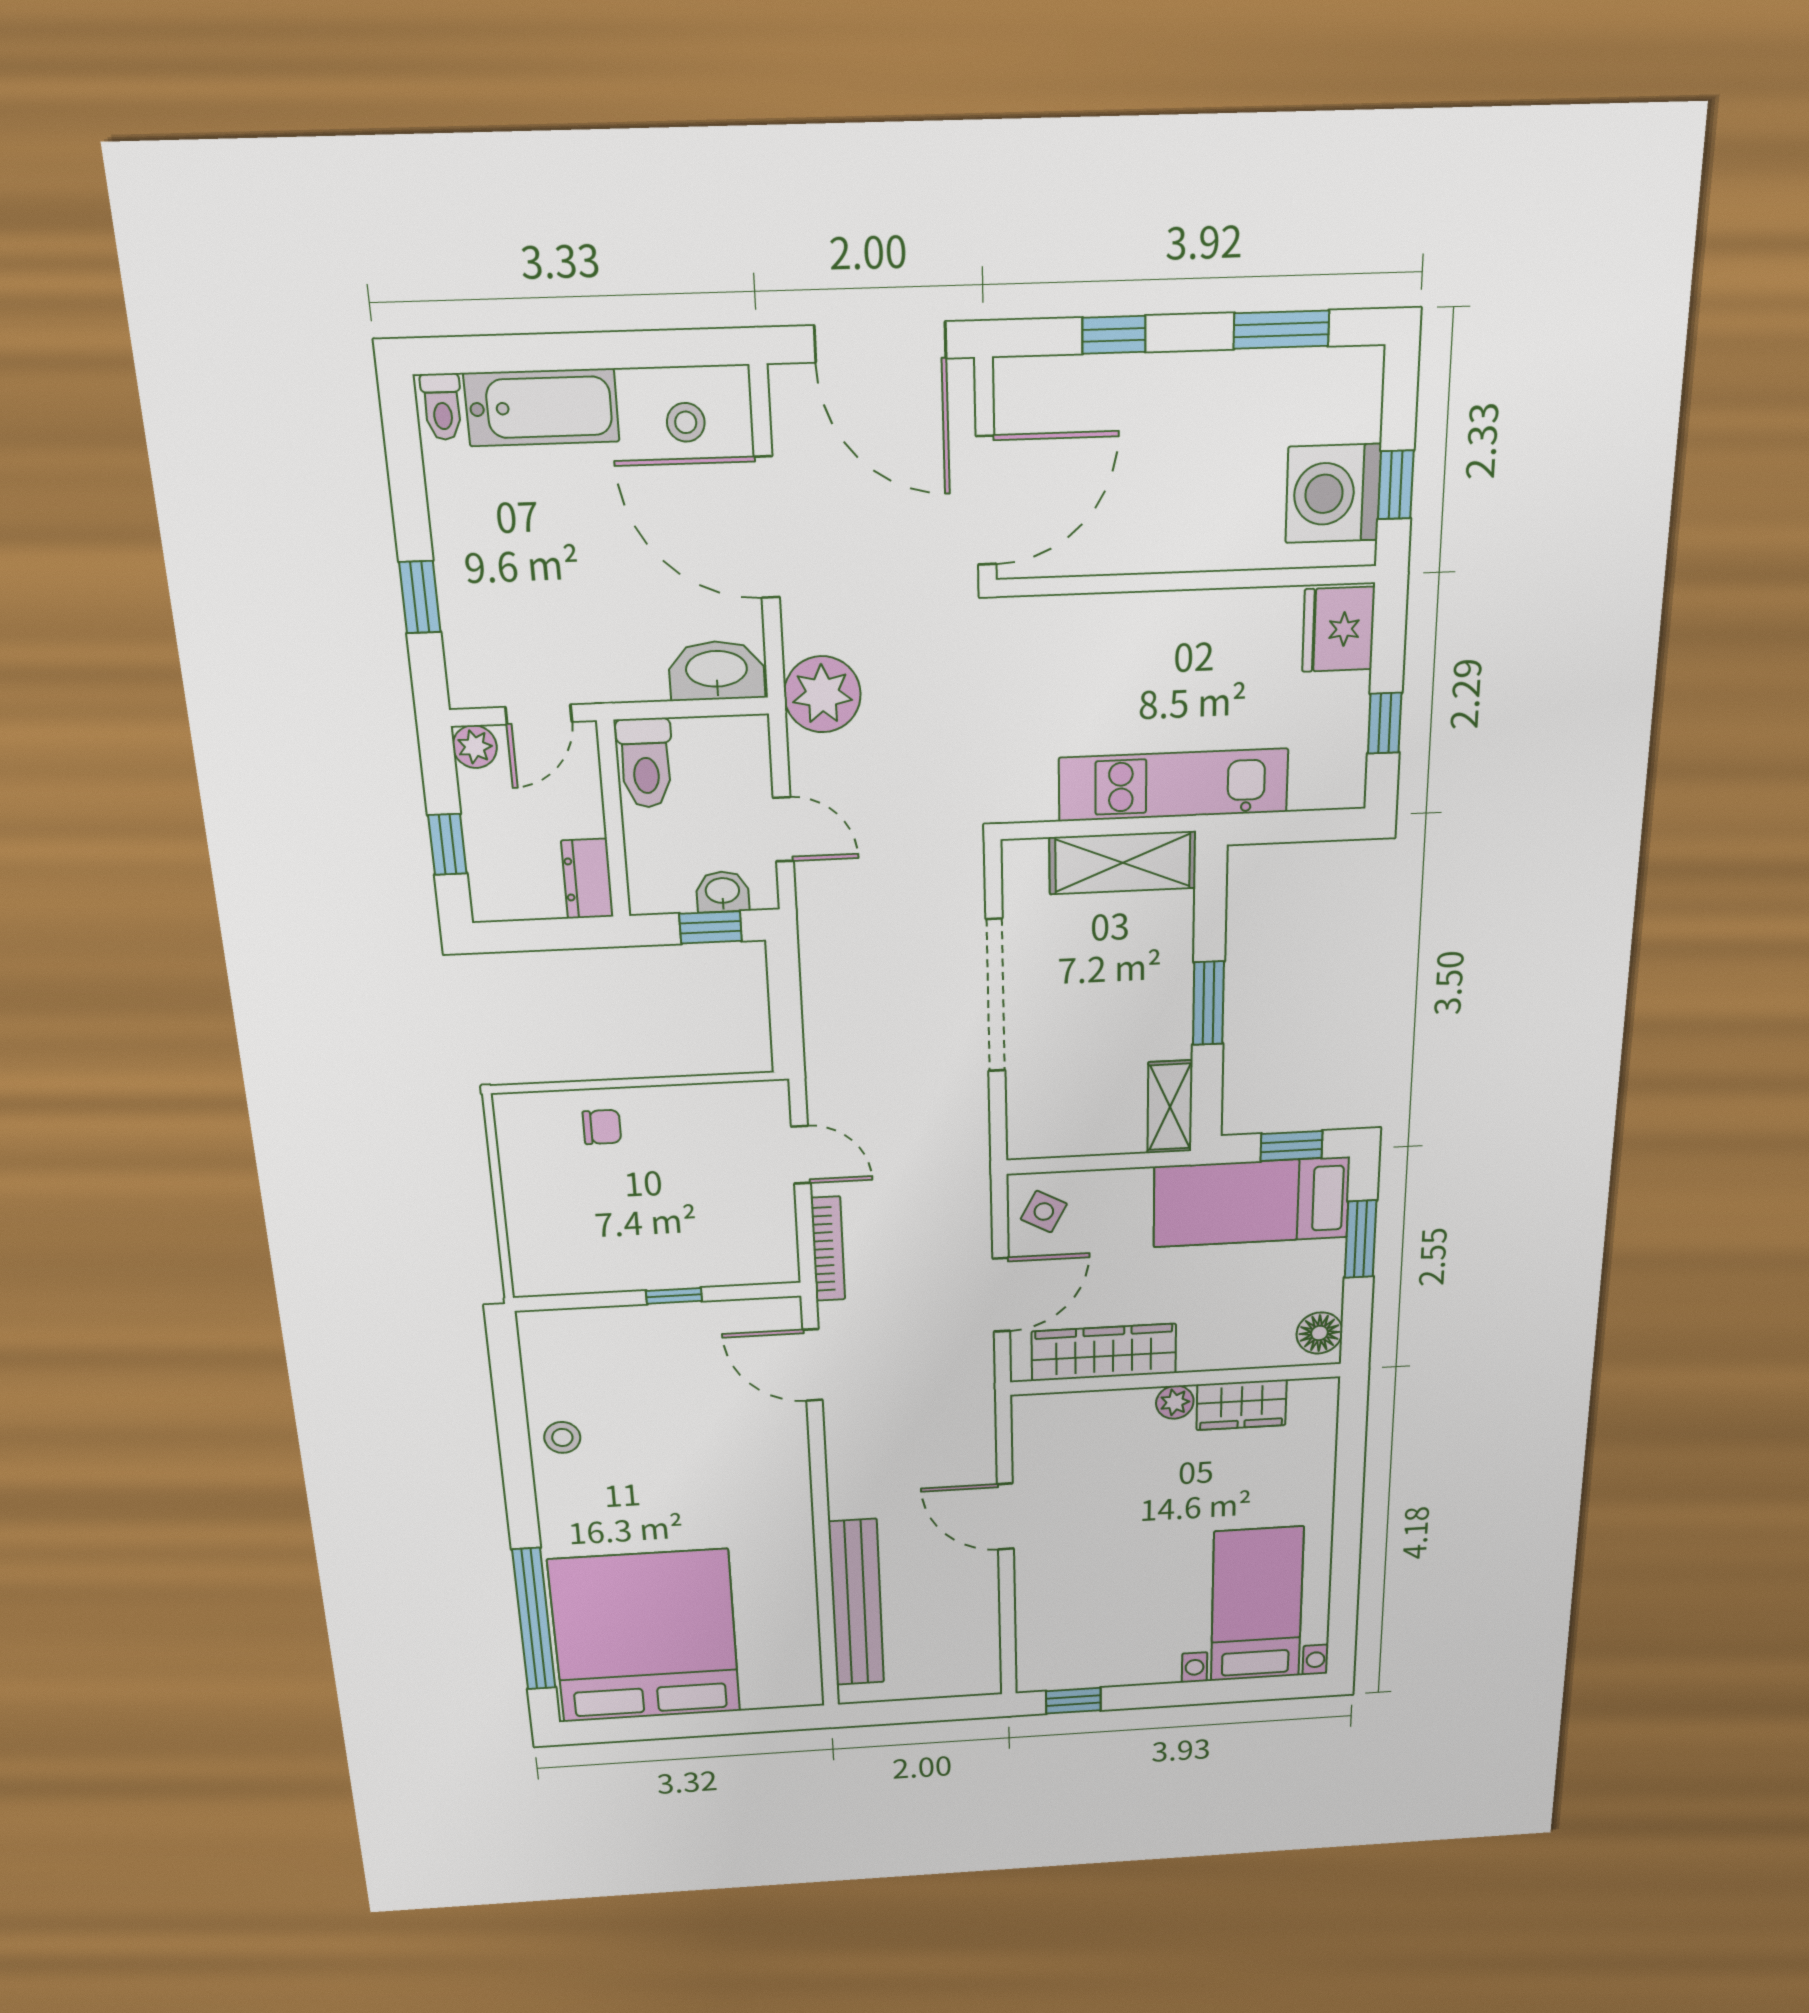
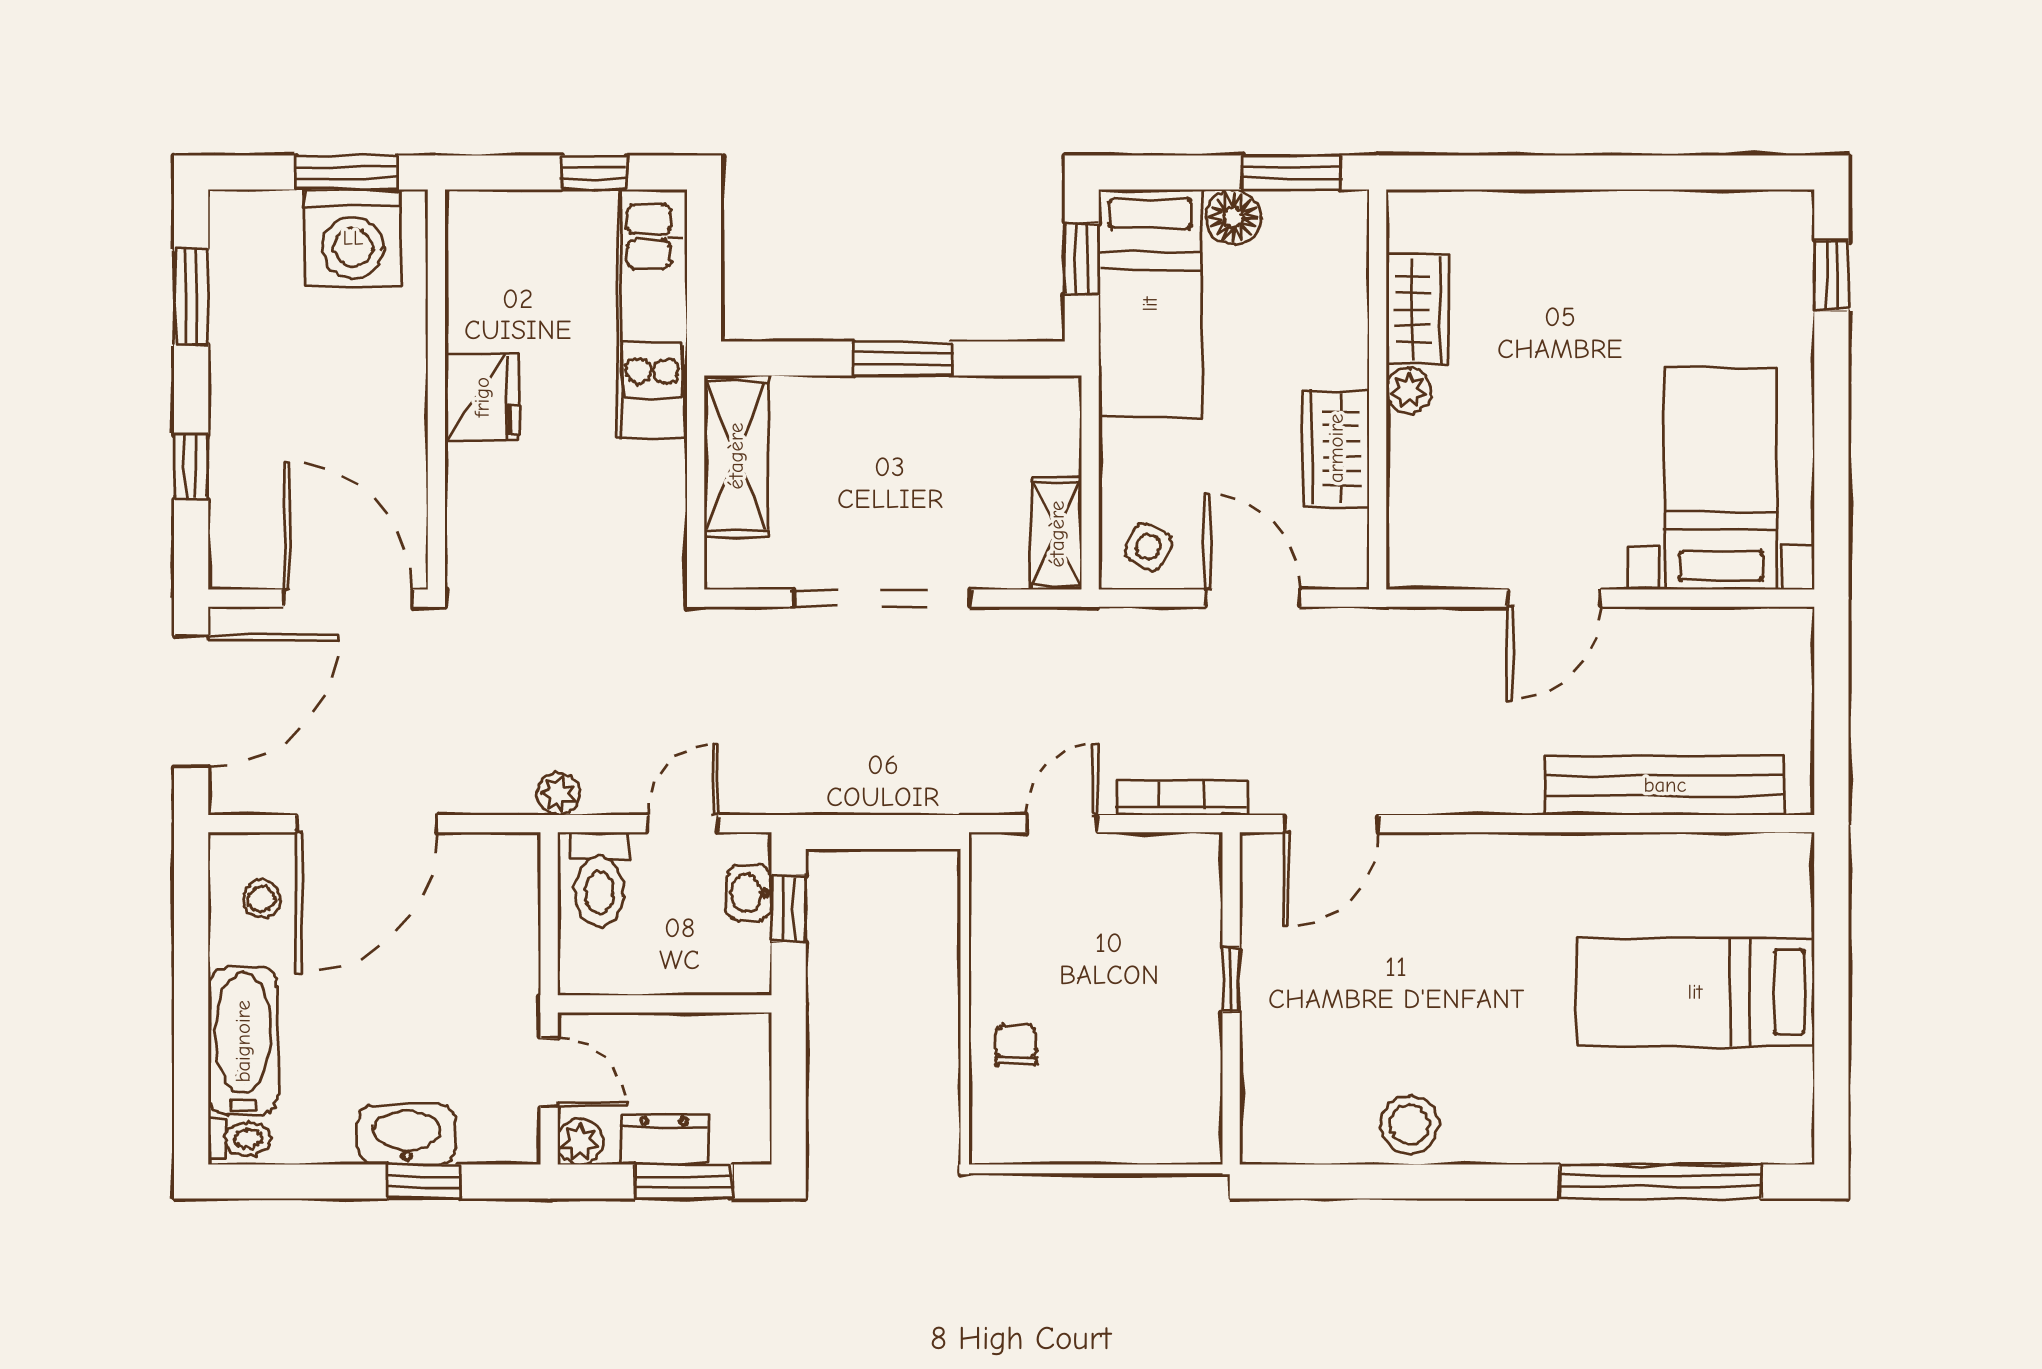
window: (1396, 485) -> (346, 173), width x1.50
fridge: (1338, 629) -> (482, 397), moved, turned -90
washbasin: (717, 671) -> (407, 1134), moved, turned 90
plant: (822, 694) -> (558, 794), width x0.53, depth x0.53
toilet: (646, 763) -> (599, 879), moved, turned 90
kitchen unit: (1173, 785) -> (652, 314), moved
window: (447, 844) -> (684, 1181), width x1.50
dresser: (587, 879) -> (664, 1140), moved, turned 180
shelving: (1170, 1107) -> (1057, 534), moved, turned 90
window: (1361, 1239) -> (1291, 173), moved
floor lamp: (1319, 1333) -> (1234, 217), moved
wardrobe: (1104, 1352) -> (1336, 448), width x0.67
stool: (562, 1437) -> (1409, 1124), width x1.37, depth x1.37
bed with nightstands: (1257, 1604) -> (1721, 479), moved, turned 90
bed: (645, 1636) -> (1695, 992), width x0.49
window: (1073, 1701) -> (1831, 275), moved

